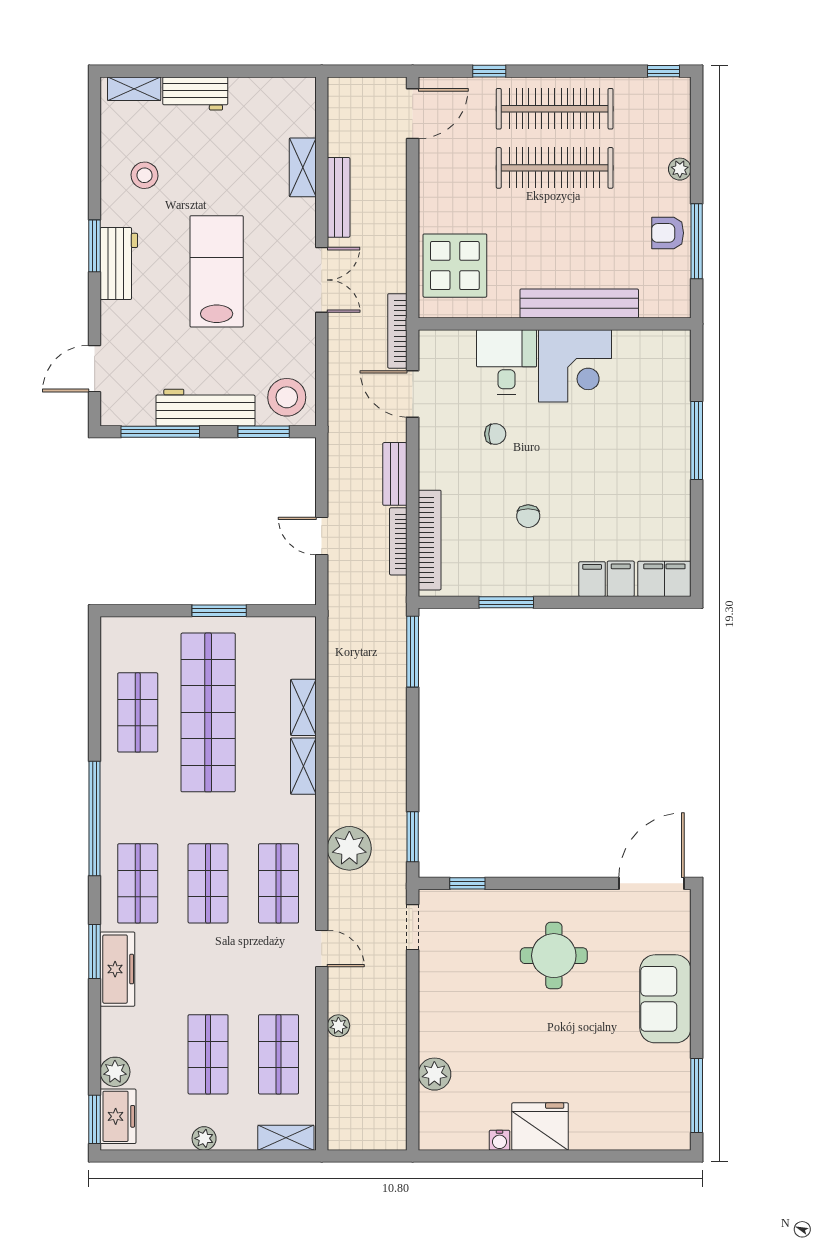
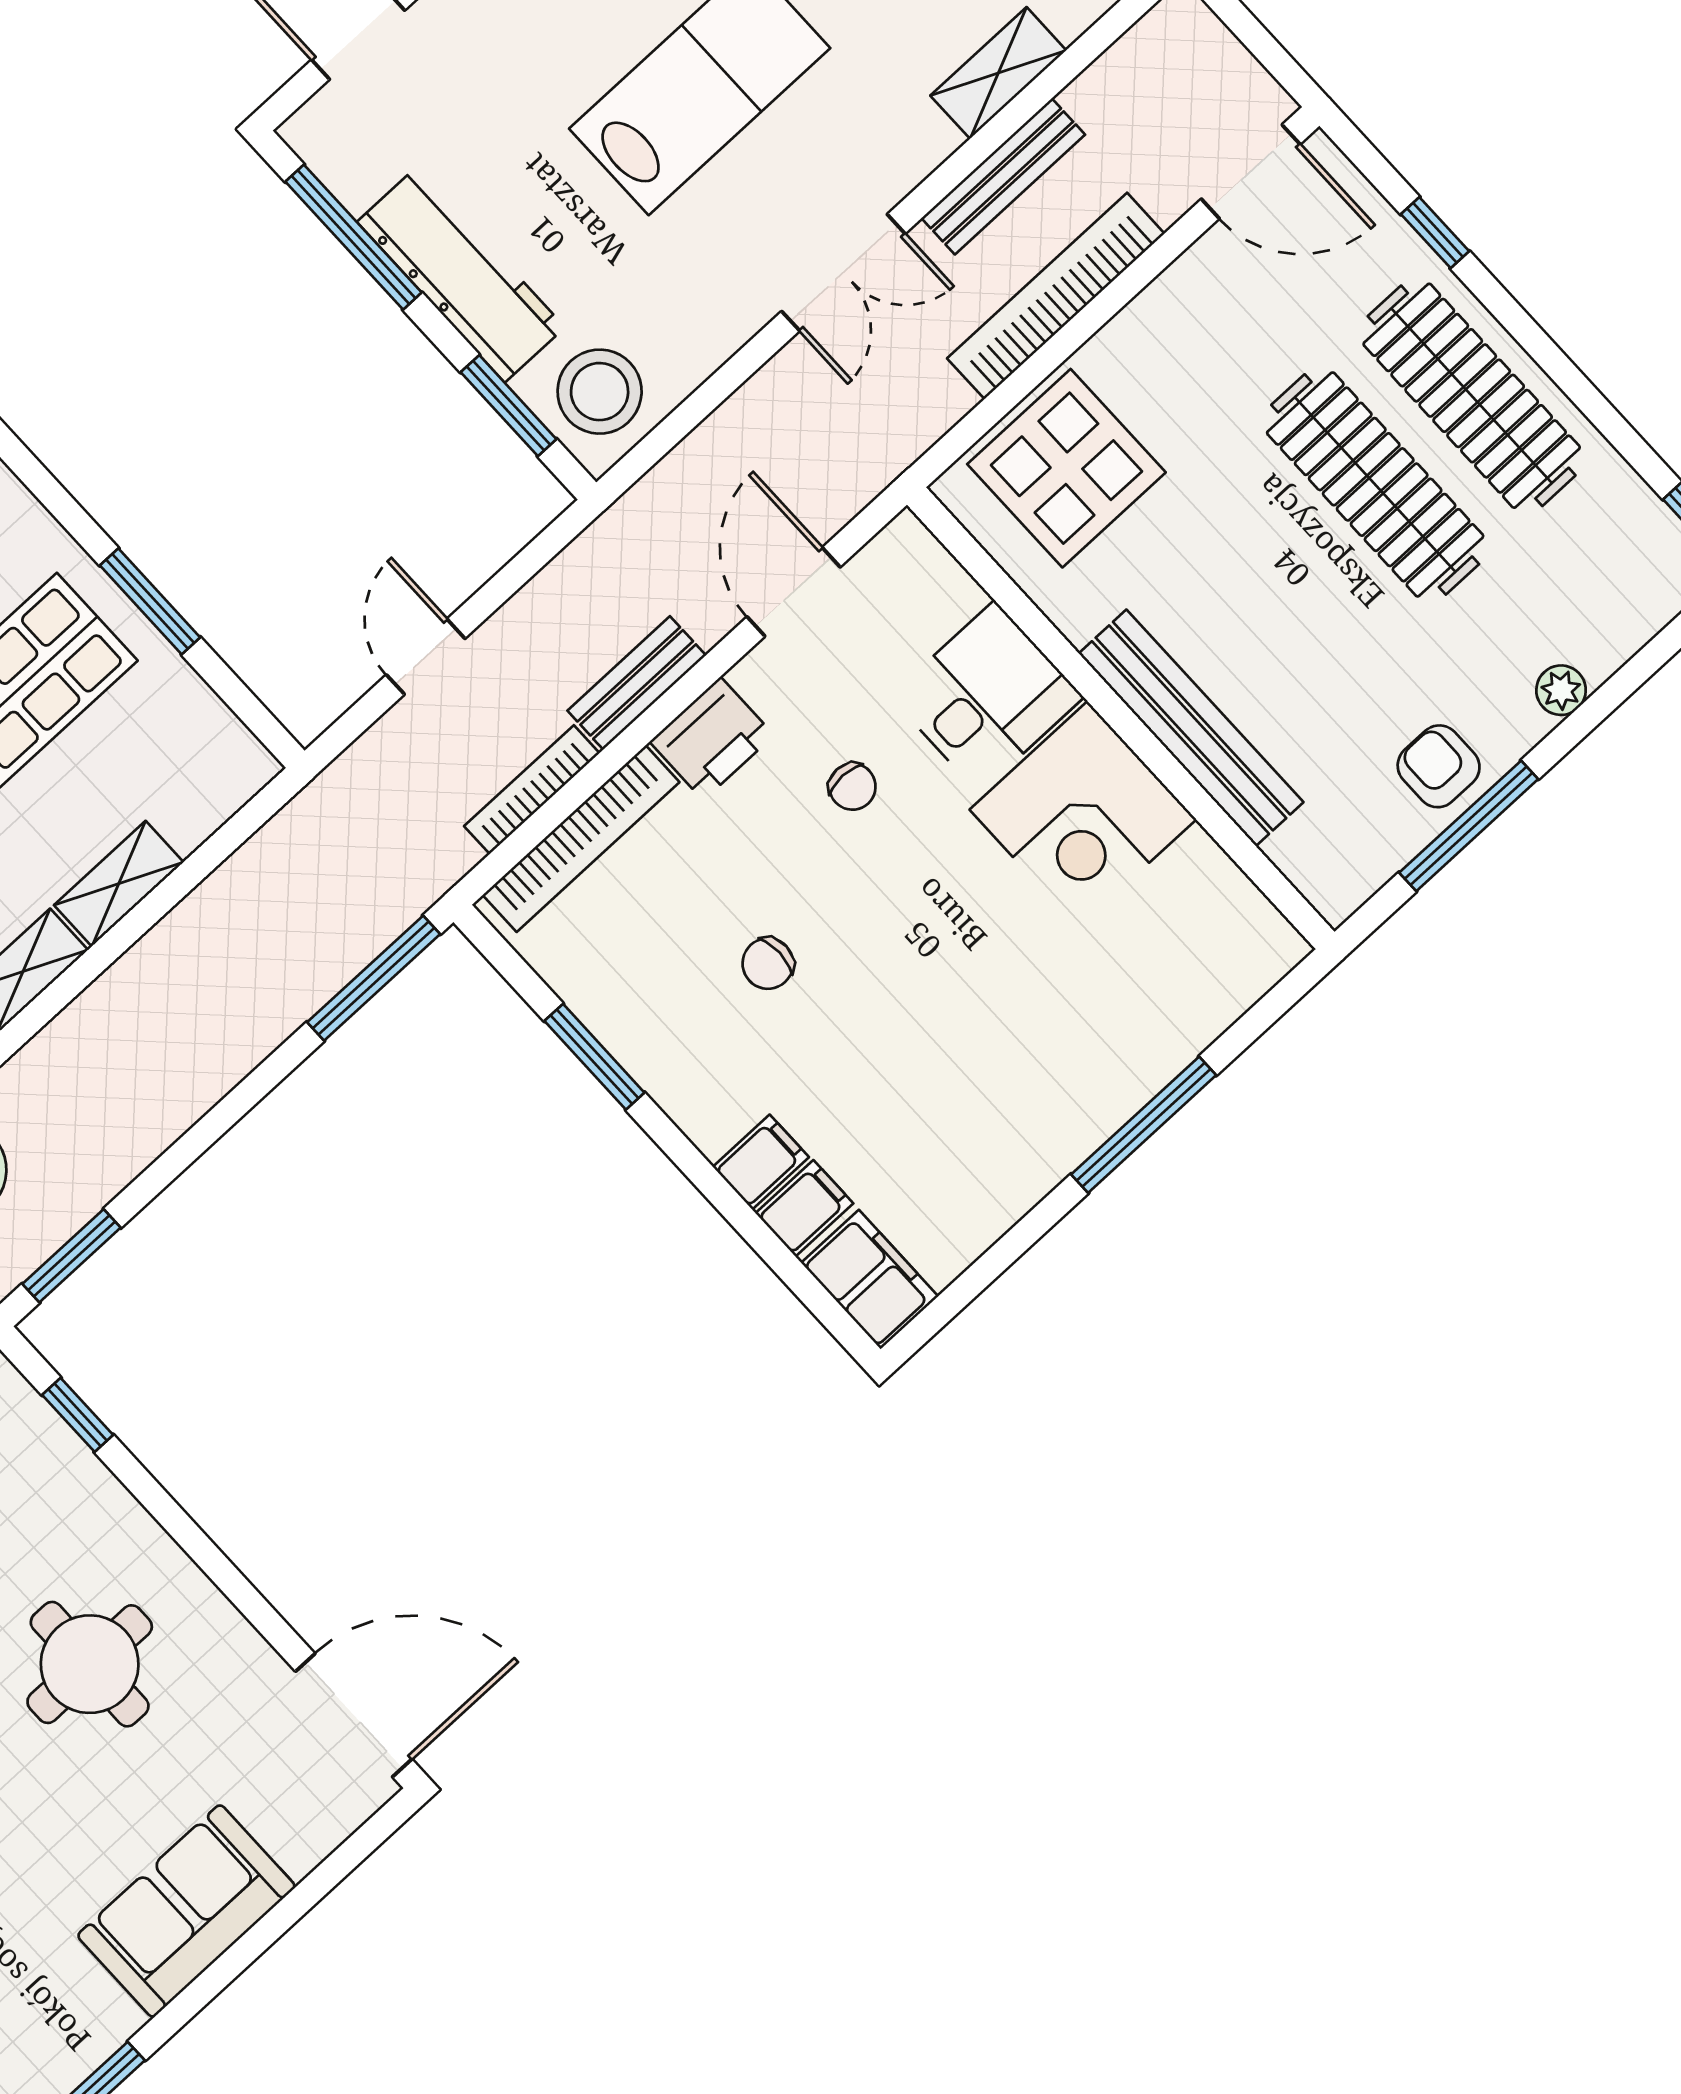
bookcase: (397, 331) -> (1056, 296), moved, width x1.48, depth x1.31
printer: (436, 466) -> (712, 738), added

